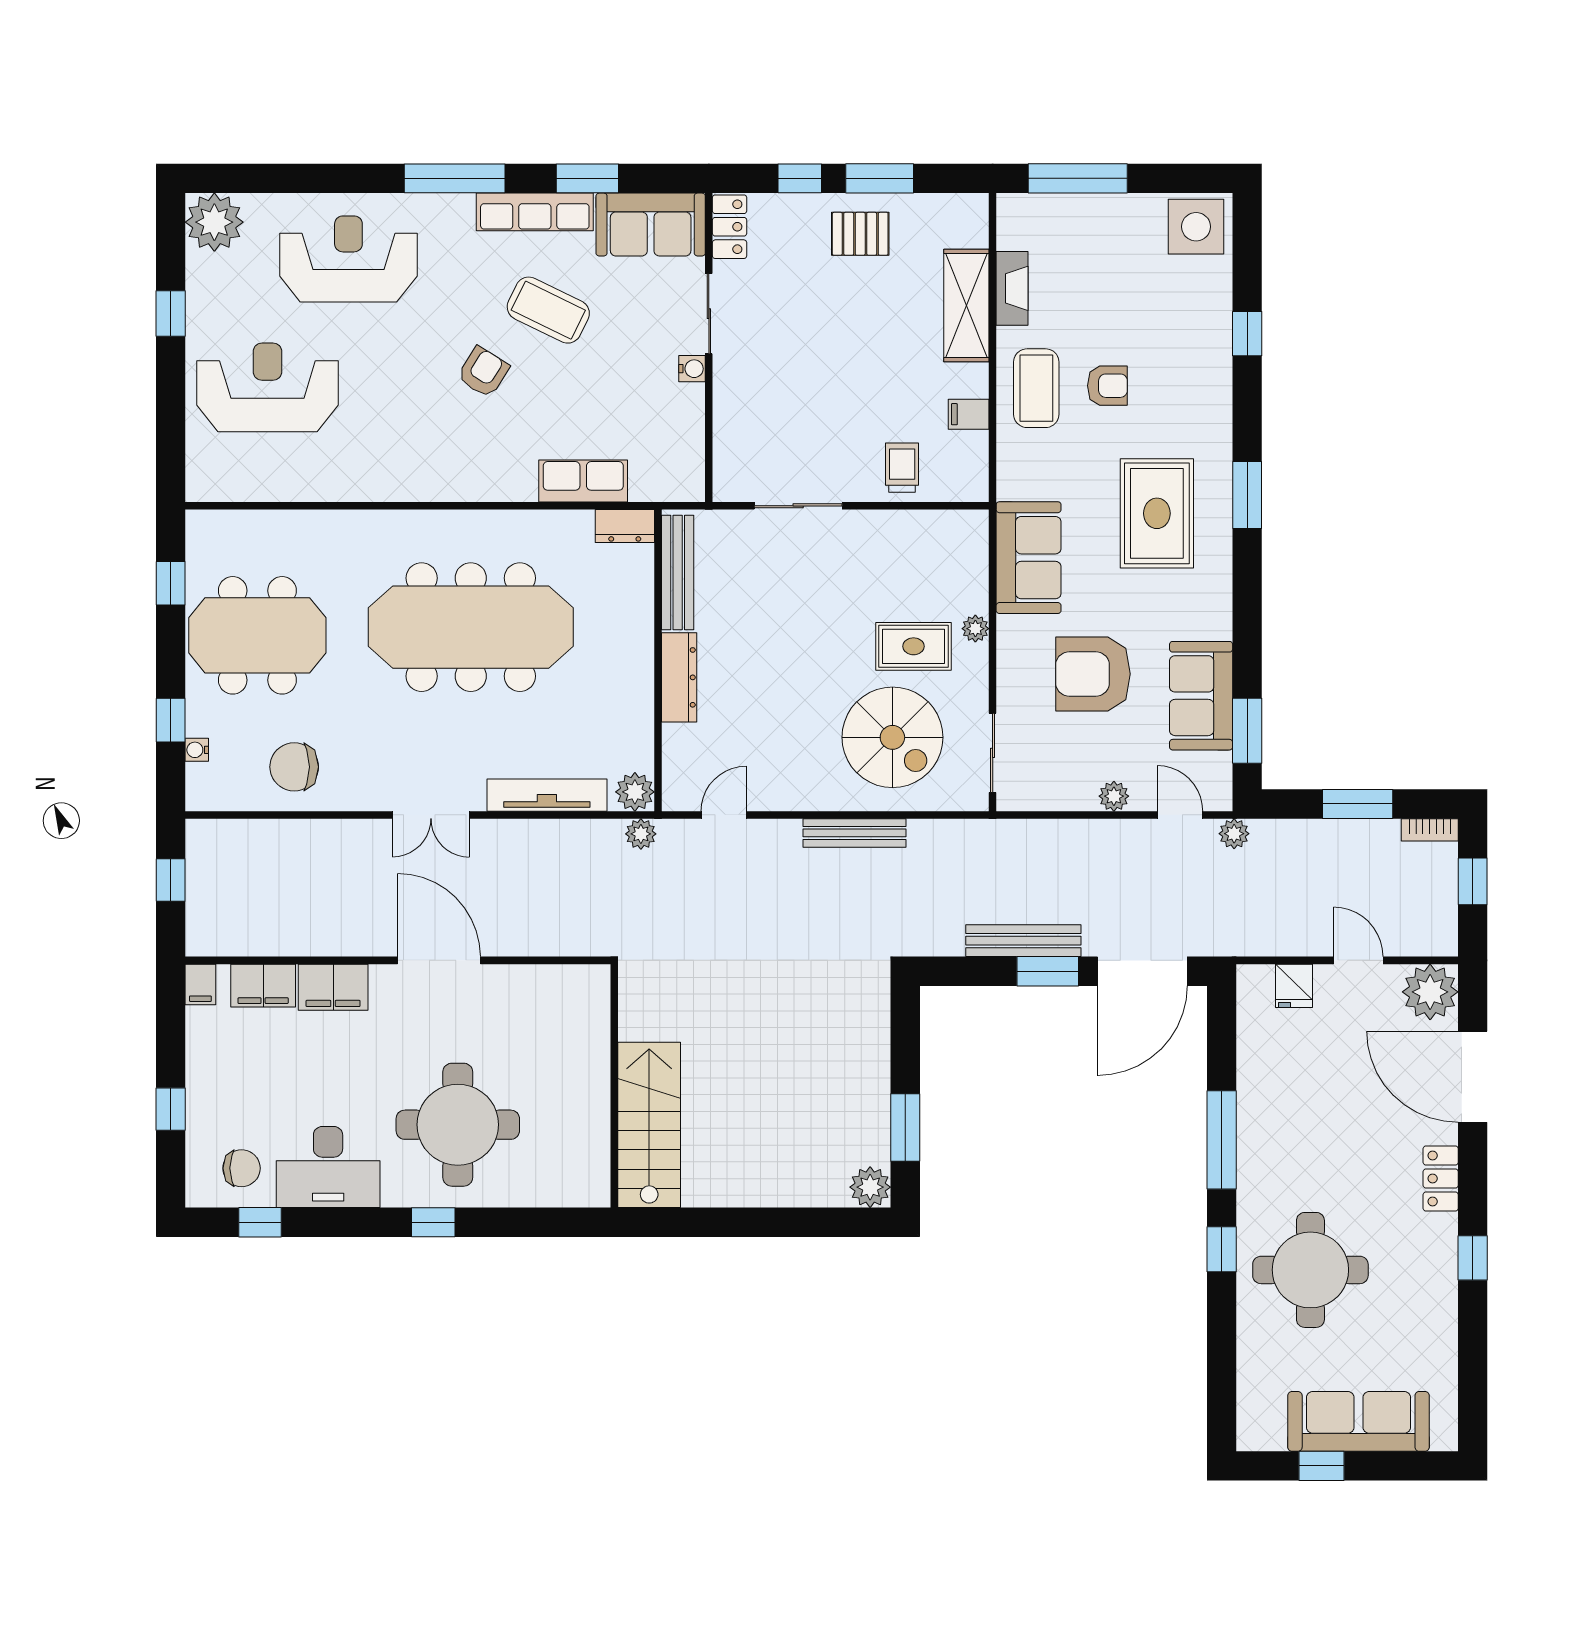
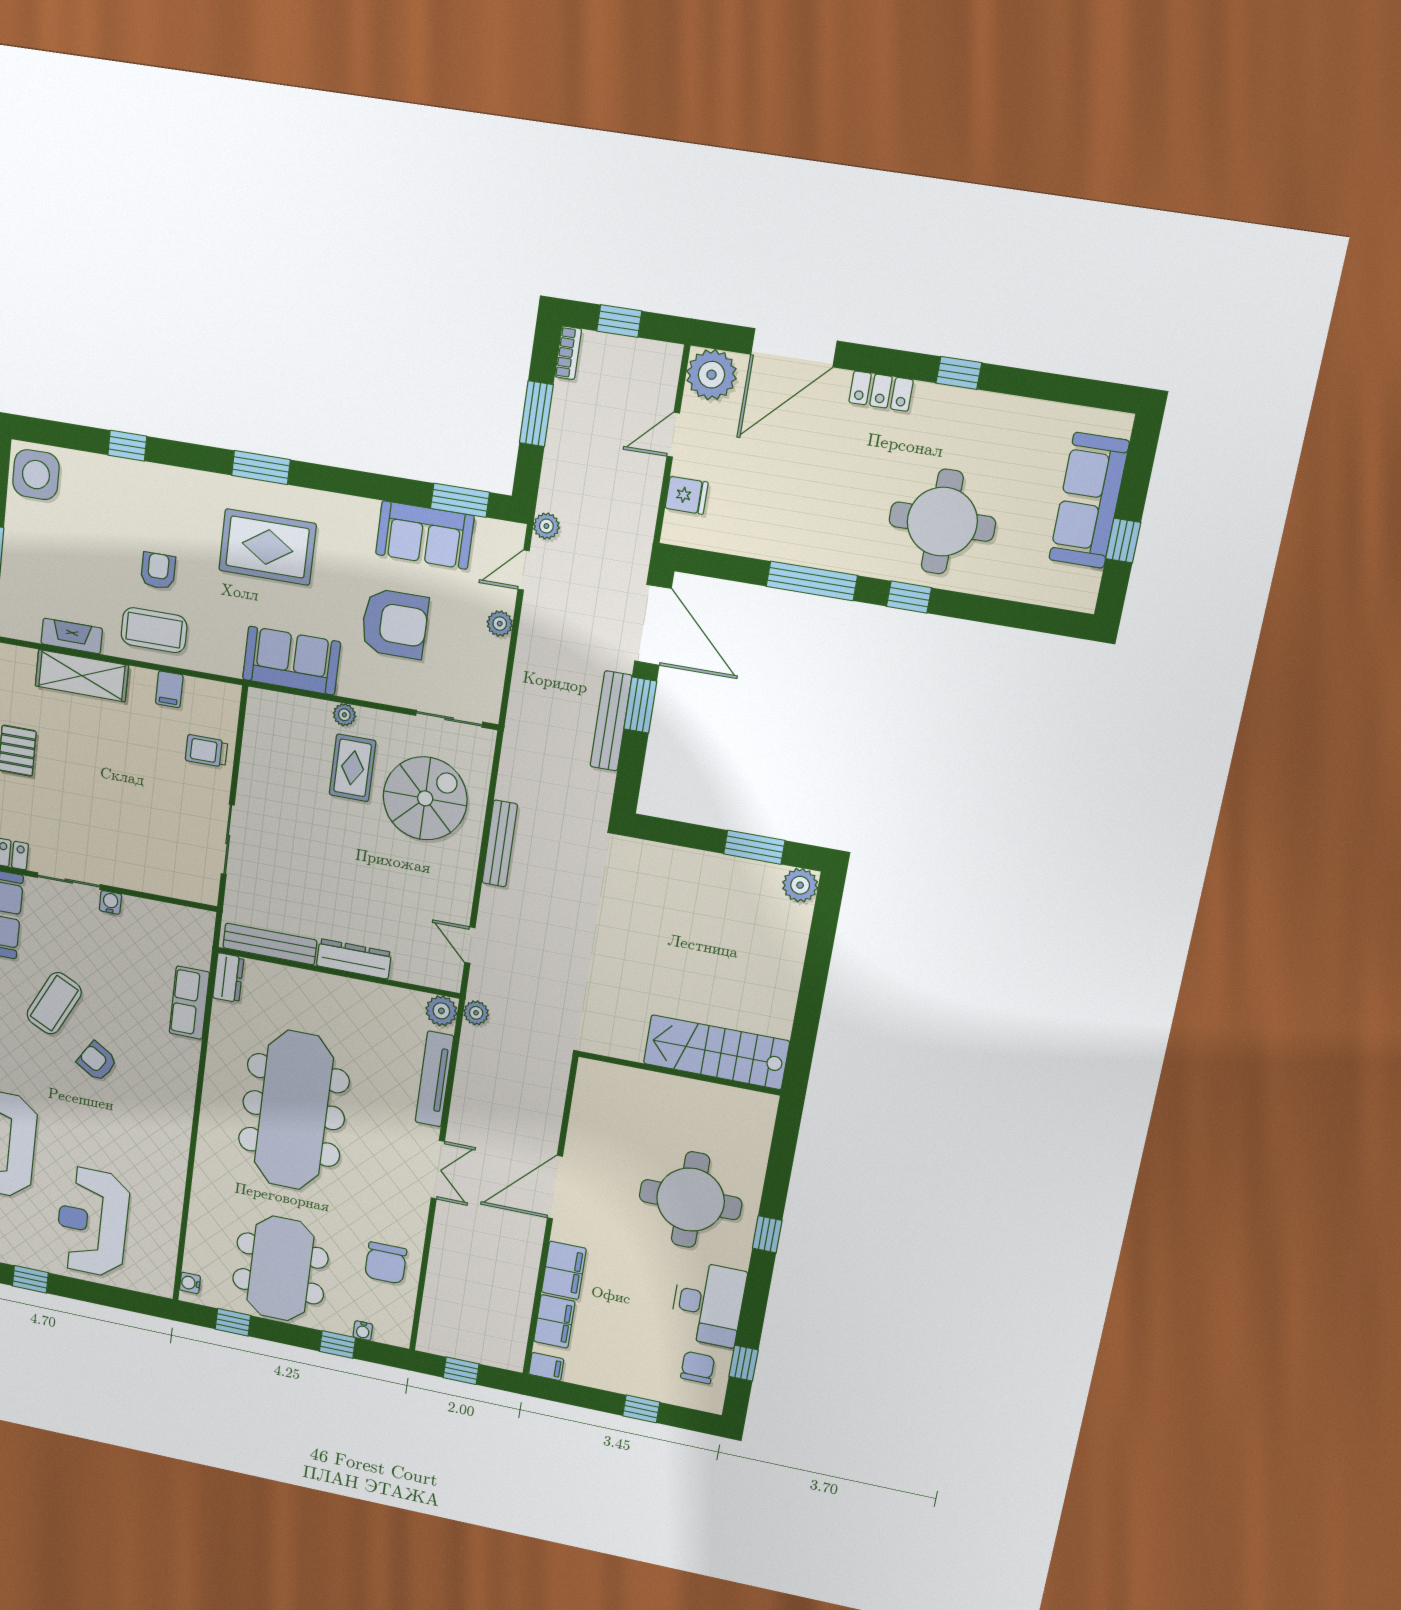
water cooler: (212, 522) -> (190, 1283), added
armchair: (1093, 674) -> (395, 624), turned -90

